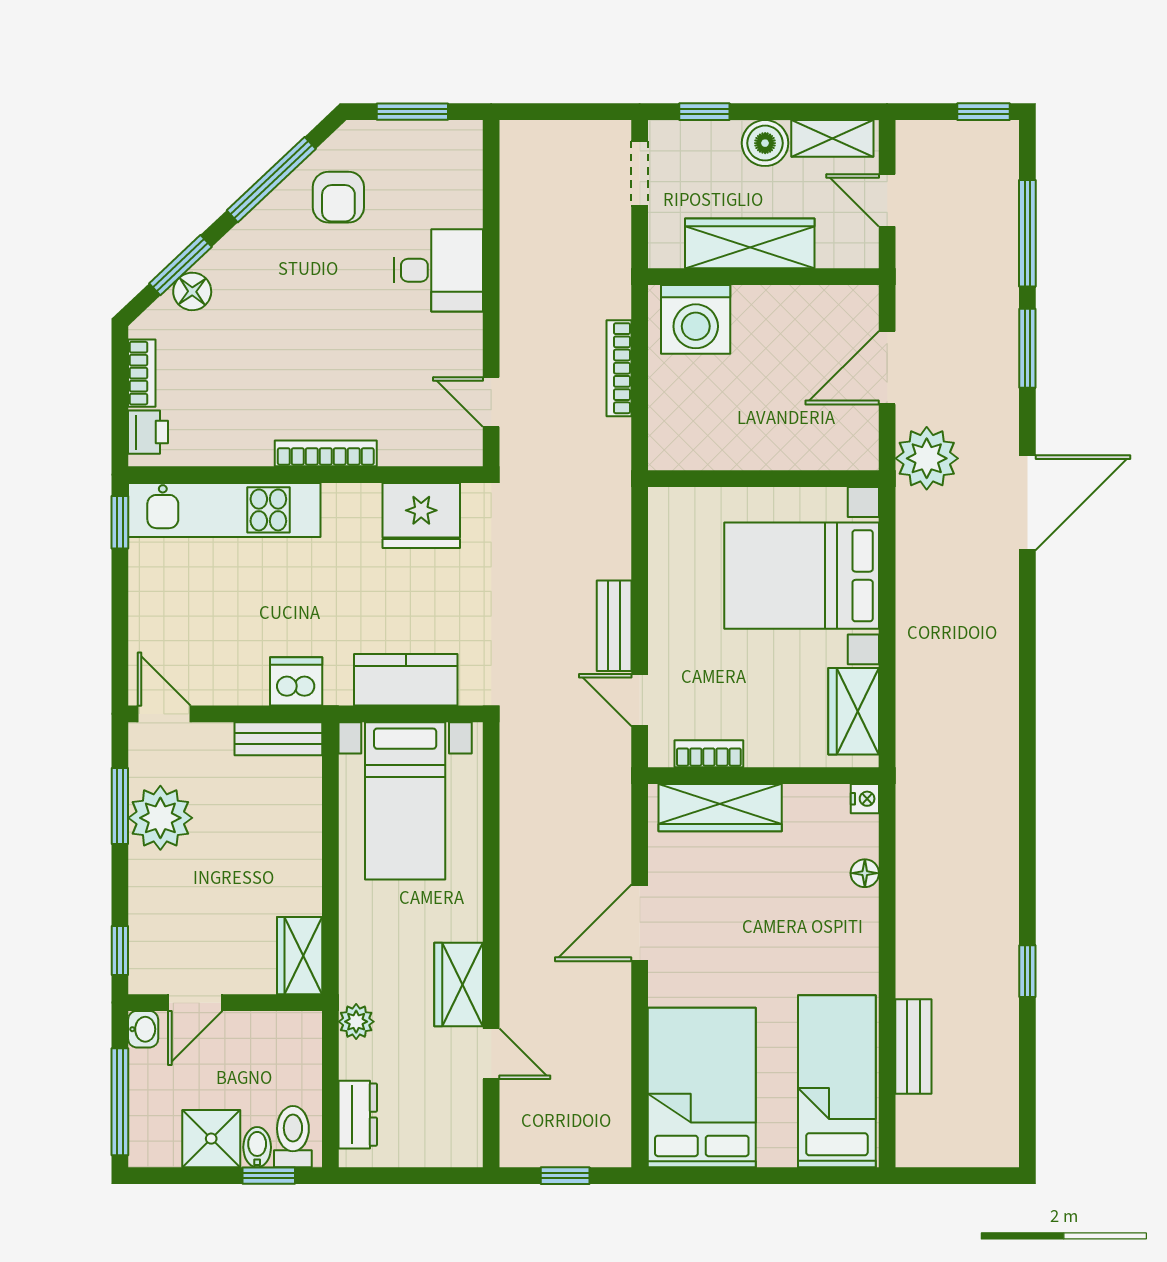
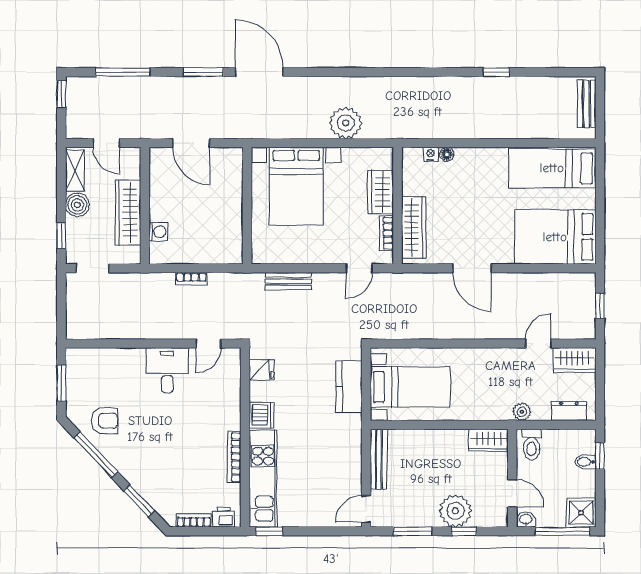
door: (887, 200) -> (106, 143), hinge flipped
desk: (438, 270) -> (167, 370), moved
floor lamp: (192, 291) -> (152, 495), removed
washing machine: (696, 319) -> (158, 232), width x0.53, depth x0.53
window: (1027, 348) -> (203, 72), moved
bookcase: (619, 368) -> (191, 279), width x0.64
bookcase: (326, 453) -> (234, 457), moved
plant: (927, 458) -> (346, 123), moved
fridge: (421, 516) -> (262, 370), width x0.53, depth x0.75
bench: (614, 626) -> (288, 281), moved
dishwasher: (296, 681) -> (262, 415), moved, turned 180
wardrobe: (854, 711) -> (381, 192), moved, turned 90
bench: (278, 739) -> (379, 459), width x1.36
nightstand: (865, 799) -> (431, 154), moved
plant: (160, 818) -> (455, 511), moved
window: (120, 950) -> (464, 531), moved
wardrobe: (459, 984) -> (575, 360), moved
bench: (913, 1047) -> (587, 104), moved, turned 90
toilet: (293, 1137) -> (532, 445), moved, turned -90
shower: (211, 1139) -> (581, 513), moved

